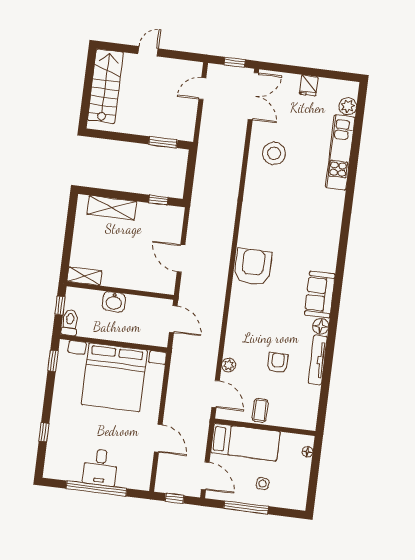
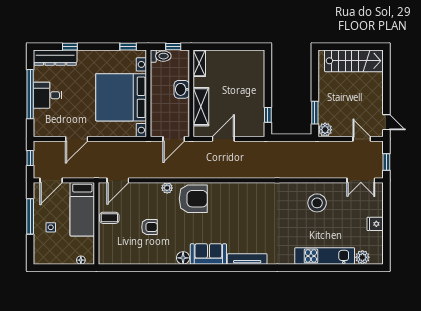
door: (148, 51) -> (386, 122), moved
double door: (253, 96) -> (361, 180), width x0.73
plant: (185, 132) -> (325, 130), added
shelving: (112, 208) -> (201, 107), moved
armchair: (253, 267) -> (193, 199), moved
tv unit: (318, 360) -> (247, 259), moved
plant: (229, 365) -> (167, 188), moved
dresser: (55, 452) -> (55, 58), added

